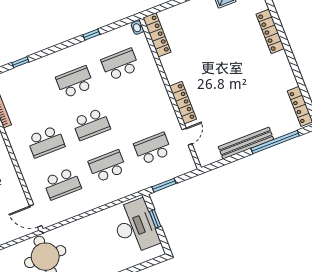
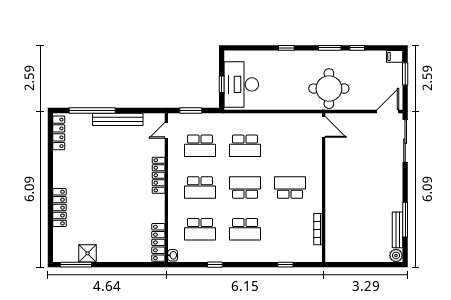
door: (187, 137) -> (166, 130), moved
school desk: (62, 184) -> (200, 188), moved, turned 180
window: (164, 185) -> (191, 110), moved

